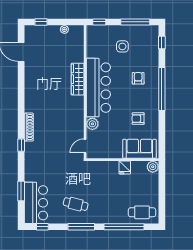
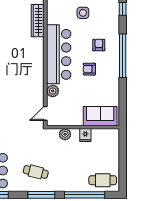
wardrobe: (78, 79) -> (38, 21), moved
armchair: (138, 119) -> (89, 69), moved
plant: (153, 167) -> (65, 134), moved

